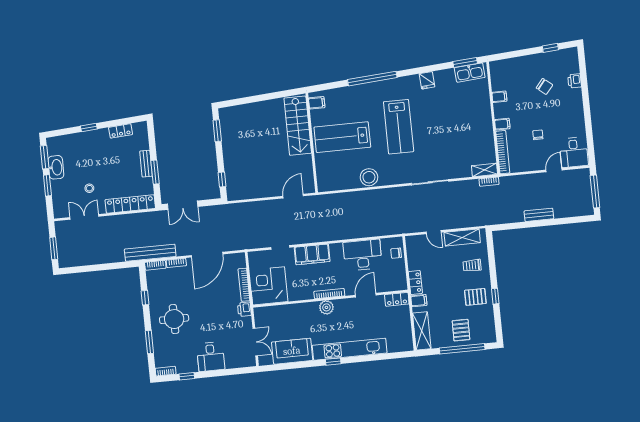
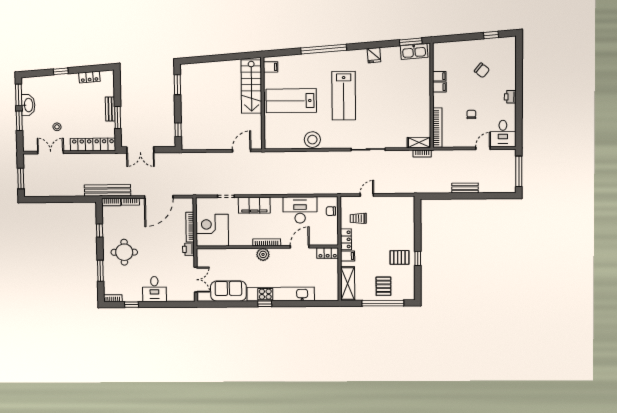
printer: (575, 81) -> (510, 97), moved
filing cabinet: (502, 124) -> (439, 87), moved
door: (434, 232) -> (367, 195), swing flipped
shelving: (462, 238) -> (393, 202), removed
trolley: (472, 265) -> (358, 218), moved

